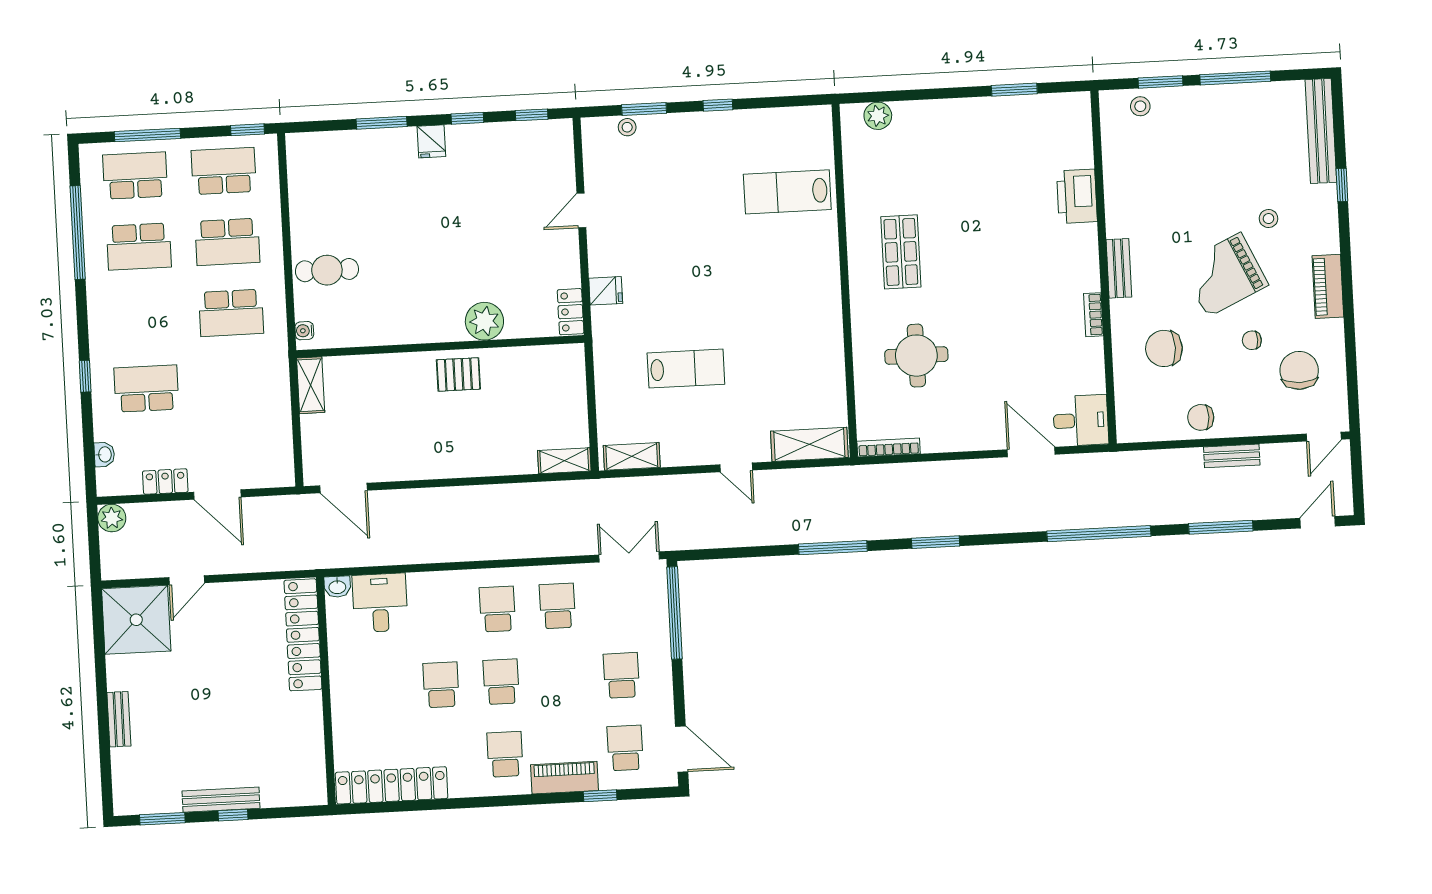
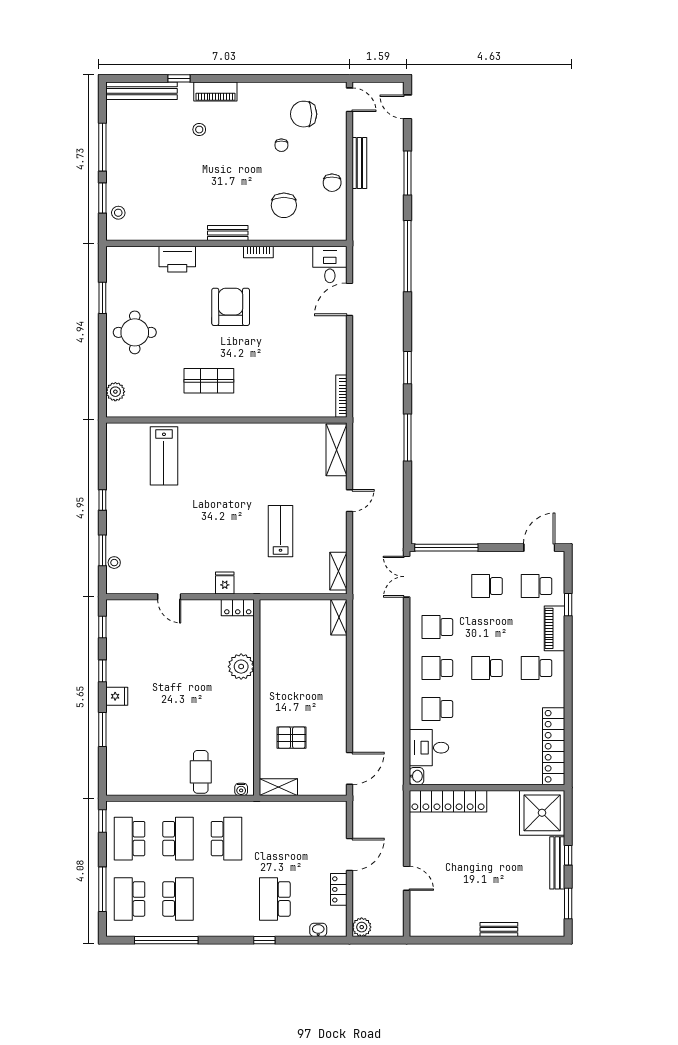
grand piano: (1224, 275) -> (236, 162), removed
armchair: (1011, 278) -> (231, 307), added
piano: (1328, 286) -> (215, 92), moved
round table: (916, 356) -> (135, 332), moved
pallet: (458, 374) -> (292, 738), moved, turned 90
bench: (1232, 456) -> (359, 163), width x1.36
shower: (136, 620) -> (542, 813), moved
school desk: (441, 685) -> (437, 709), moved

